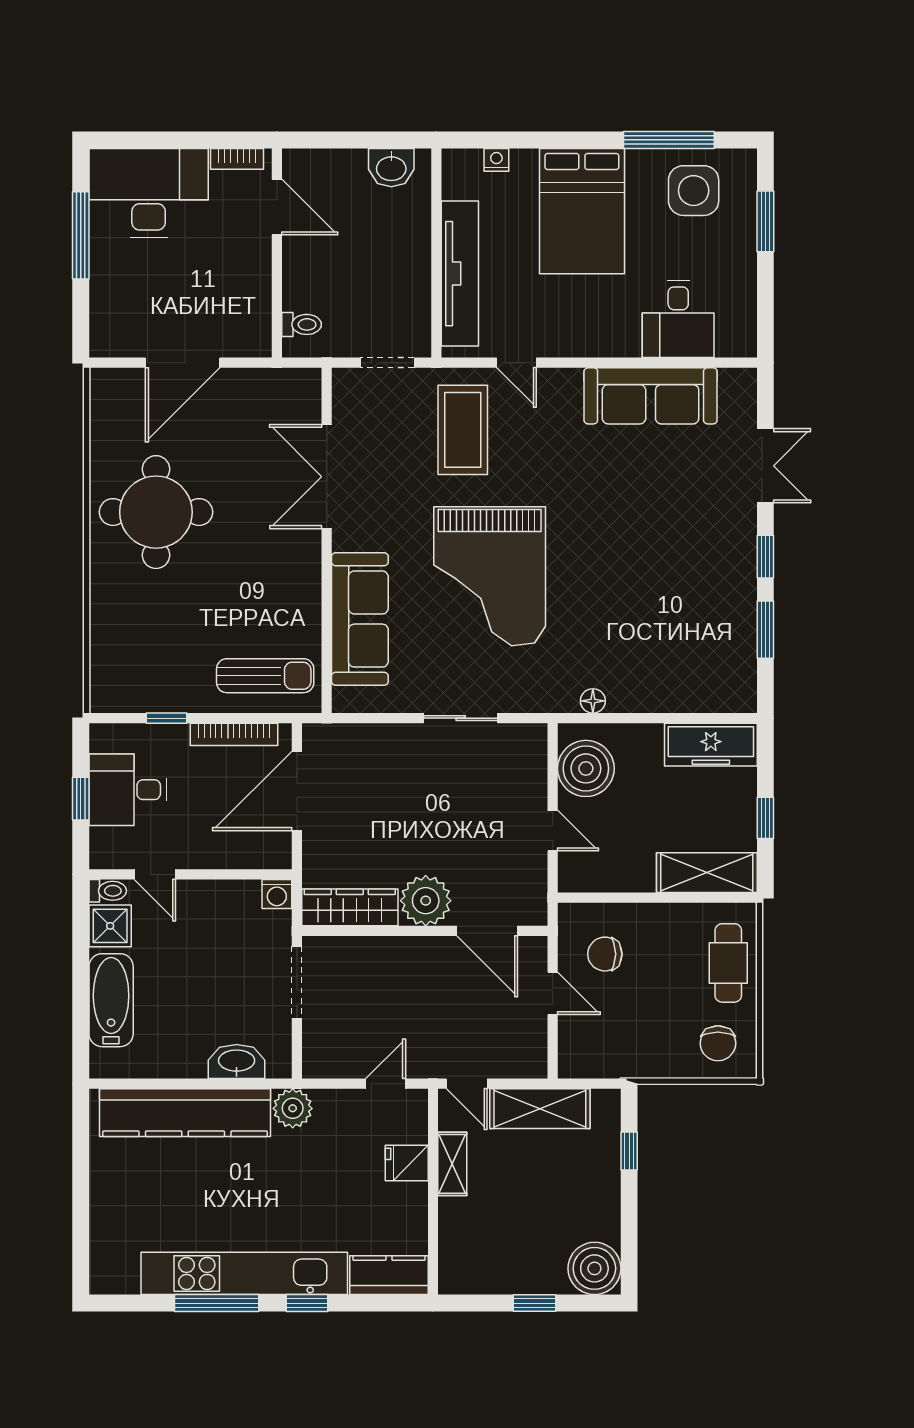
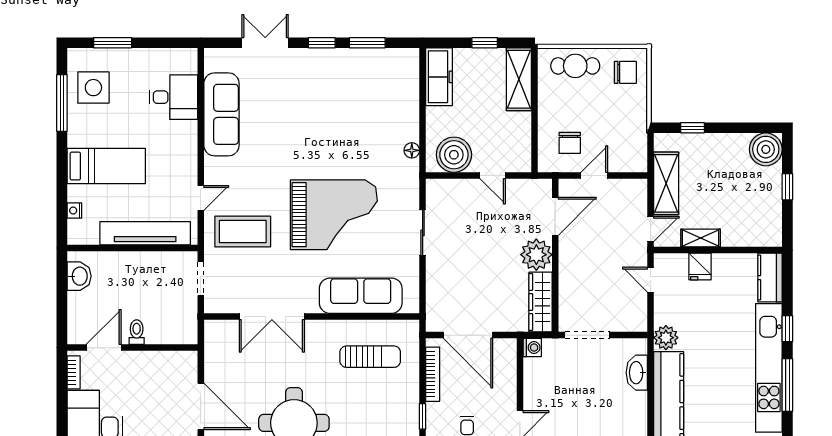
bed: (582, 211) -> (106, 166), width x0.67
toilet: (302, 324) -> (137, 332), moved
sun lounger: (265, 676) -> (370, 357), moved, turned 90
door: (553, 831) -> (493, 175), swing flipped

